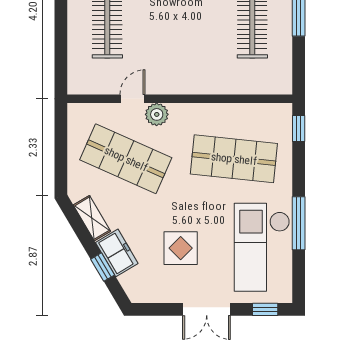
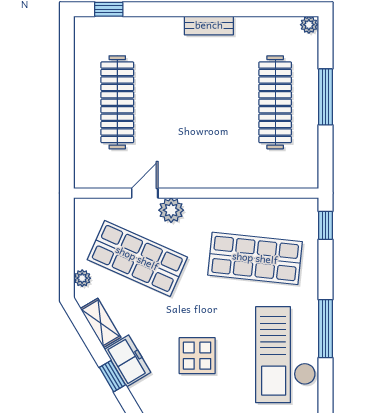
plant: (75, 177) -> (82, 278), added

